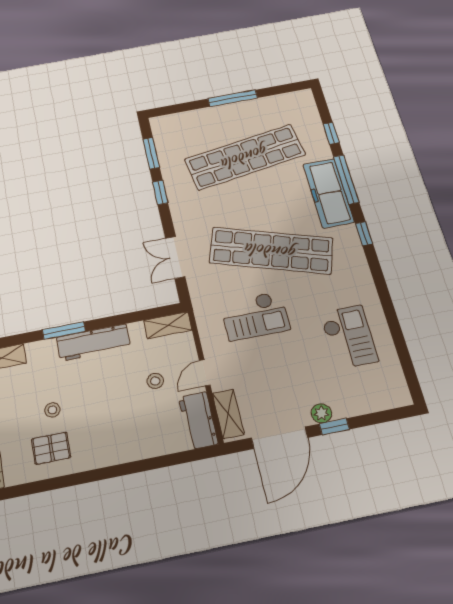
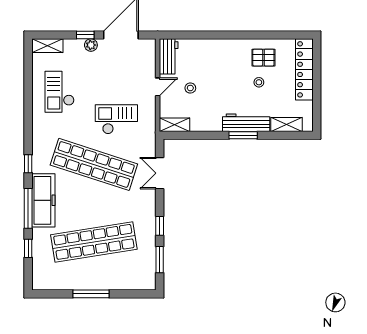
double door: (175, 257) -> (160, 173), swing flipped
workbench: (93, 343) -> (246, 123), moved
shelving: (228, 414) -> (47, 46), moved, turned 90

